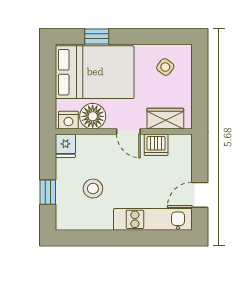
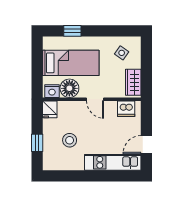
bed: (95, 72) -> (71, 63), width x0.67
wardrobe: (165, 119) -> (133, 82), moved, turned -90
dishwasher: (156, 145) -> (126, 109), moved

